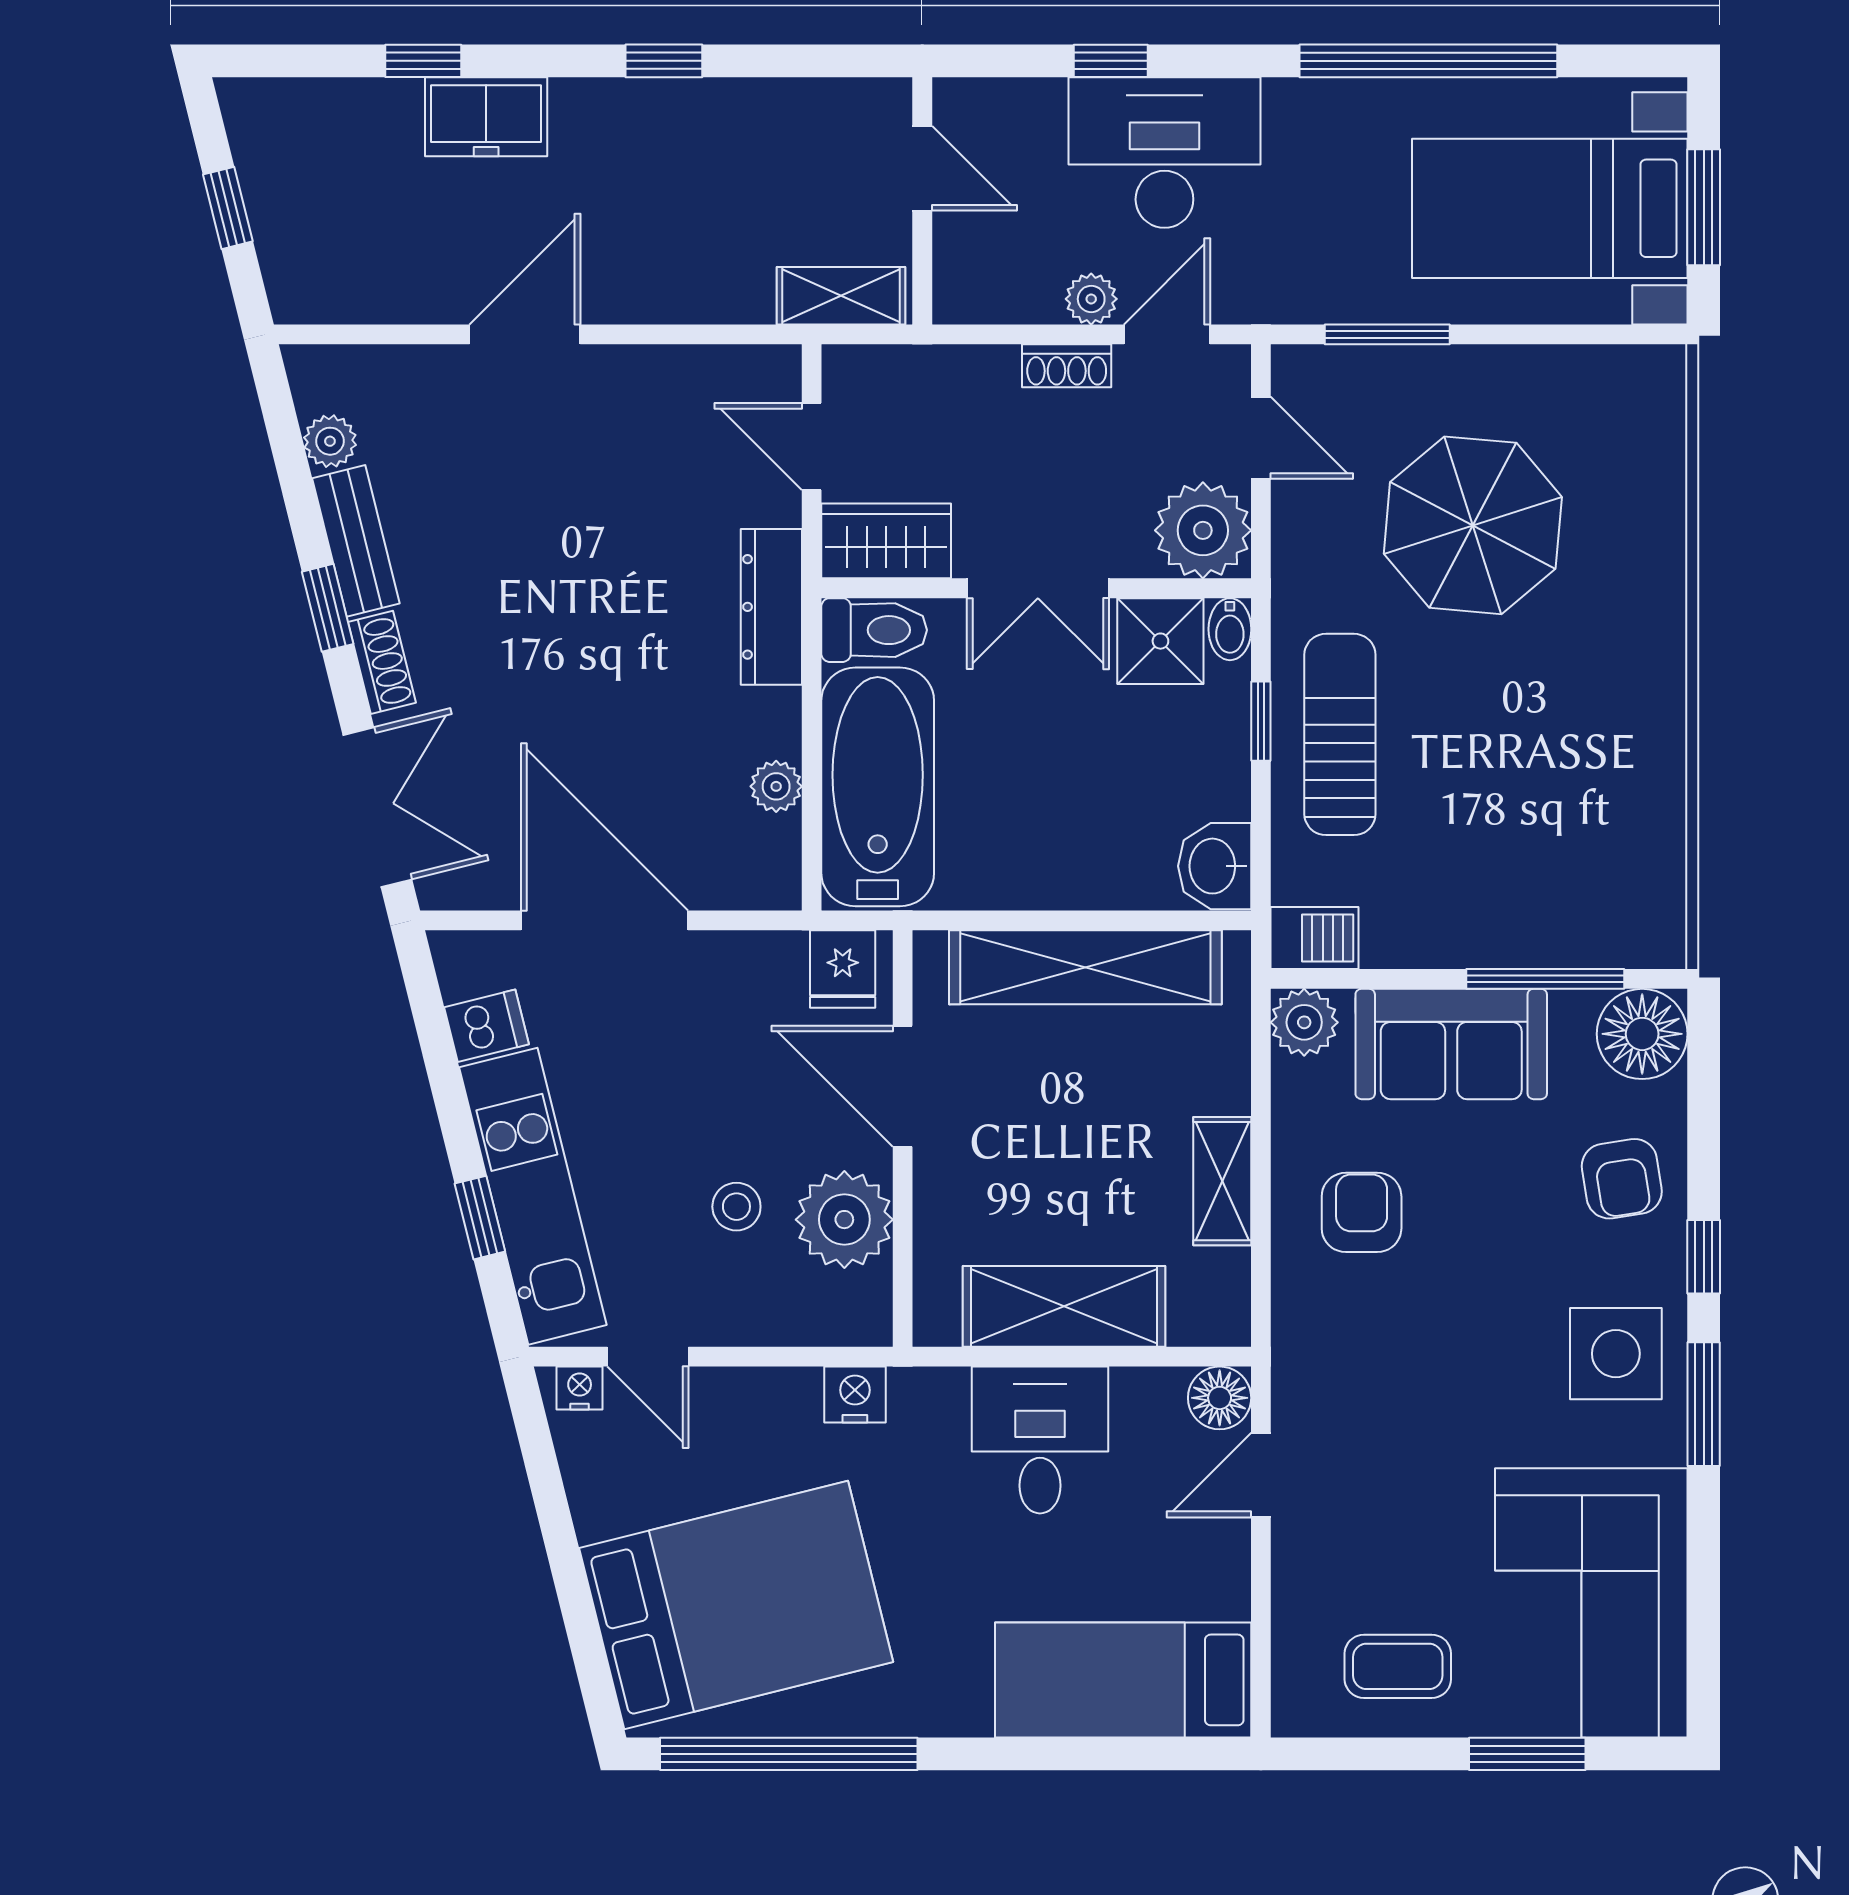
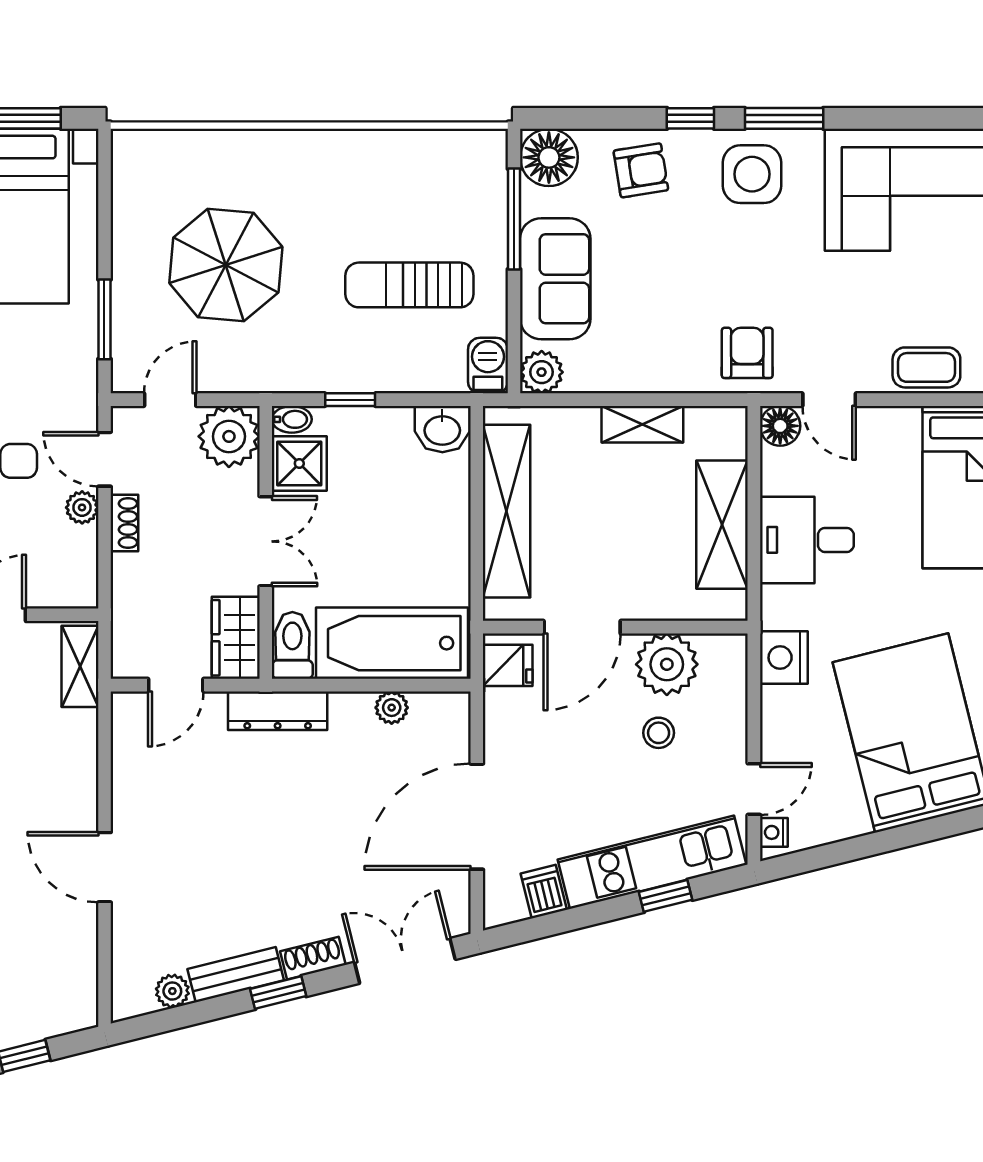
sun lounger: (1340, 734) -> (409, 285), moved
armchair: (1362, 1212) -> (747, 353), moved, turned 90
nightstand: (855, 1395) -> (784, 658), width x1.36, depth x1.33
coffee table: (1398, 1666) -> (926, 367), moved, turned 90

